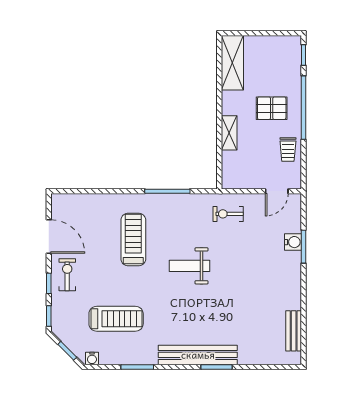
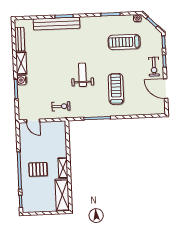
shelving: (229, 133) -> (63, 168), moved
trolley: (288, 149) -> (27, 146), removed
door: (277, 191) -> (33, 121), swing flipped
treadmill: (133, 239) -> (116, 89), turned 180
water cooler: (293, 242) -> (22, 80), moved
weight bench: (189, 266) -> (82, 75), turned -90
shelving: (293, 290) -> (21, 63), added
bench: (198, 355) -> (57, 24), moved

